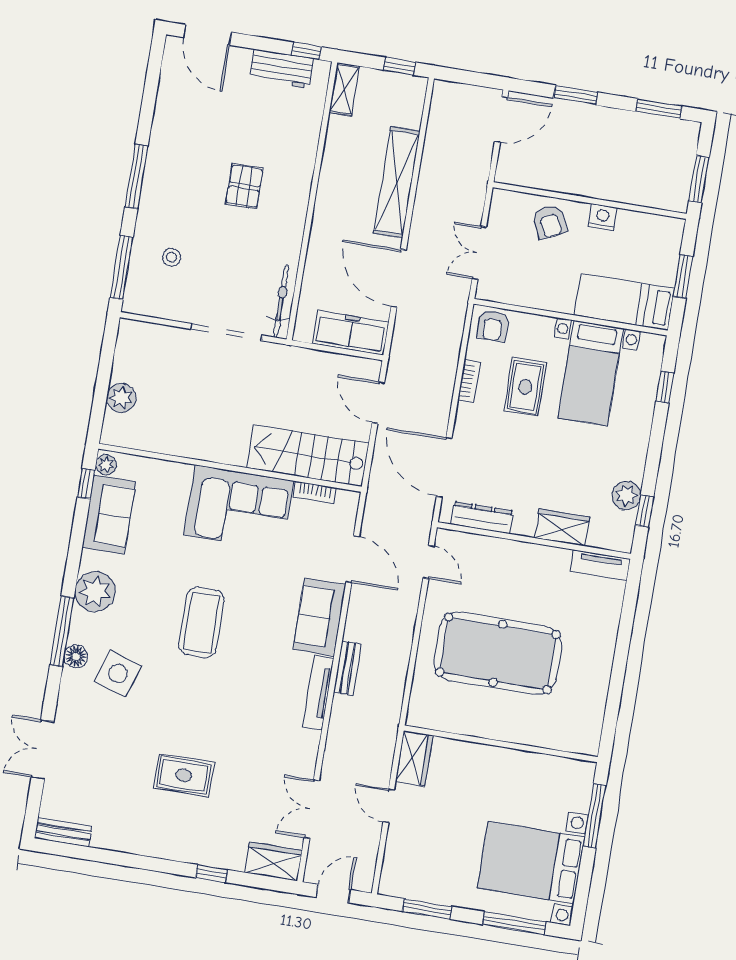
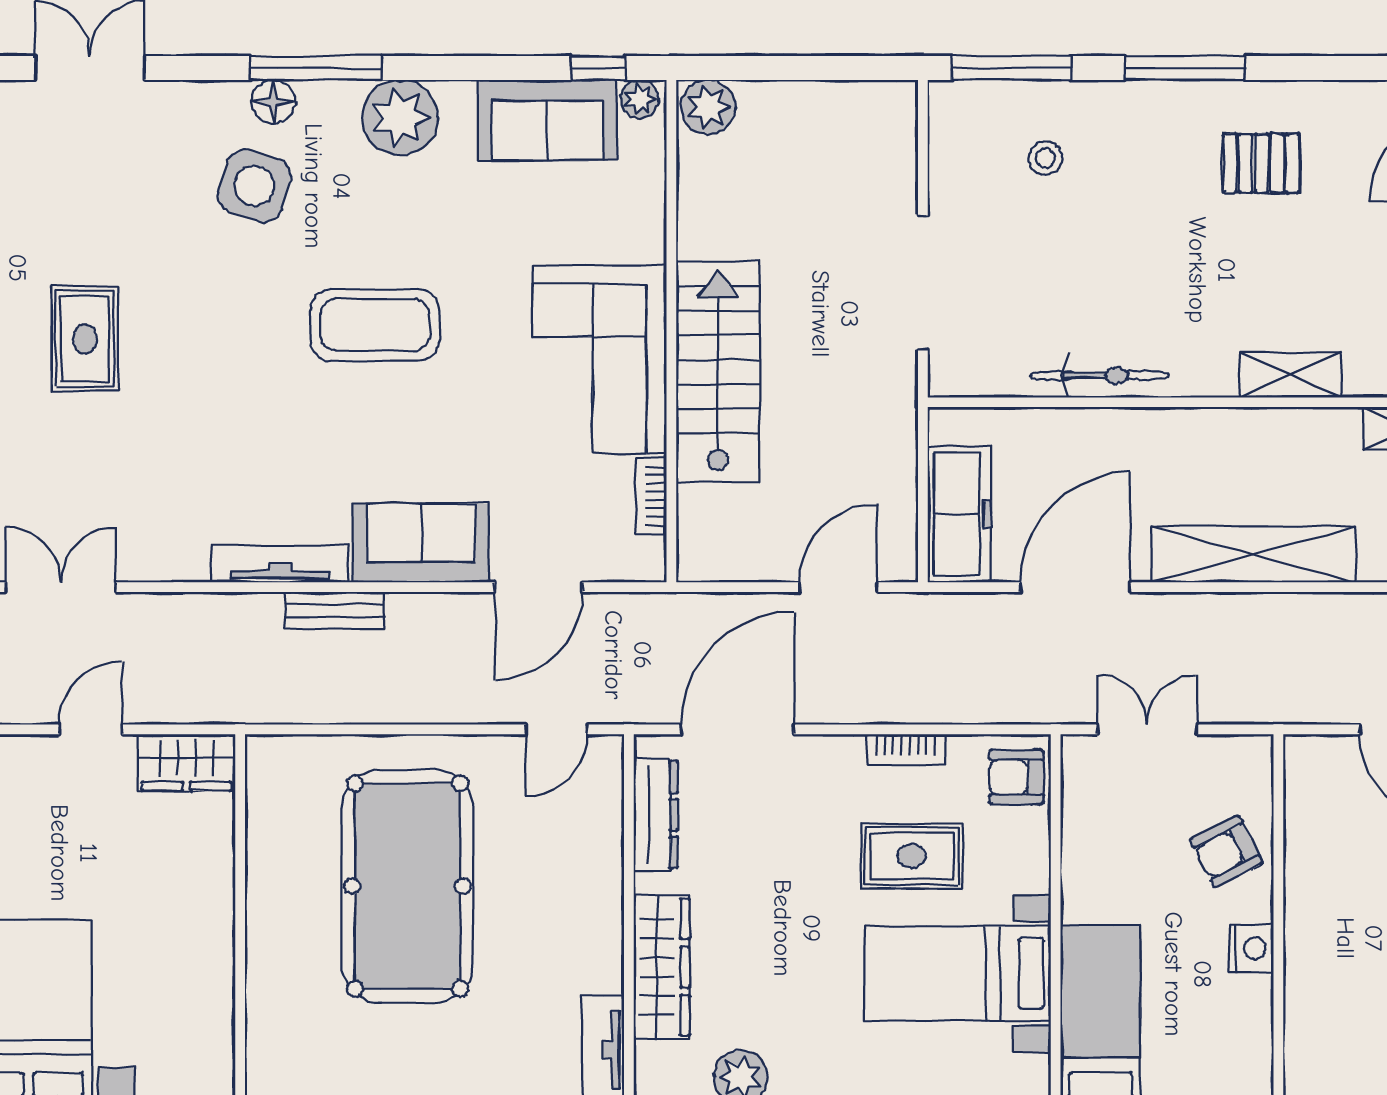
shelving: (306, 147) -> (1291, 375), added
pallet: (245, 186) -> (1261, 163), moved
bicycle: (281, 301) -> (1100, 375), moved
plant: (121, 398) -> (708, 107), moved
stairs: (308, 456) -> (718, 372), moved
wardrobe: (562, 527) -> (662, 967), width x1.50

